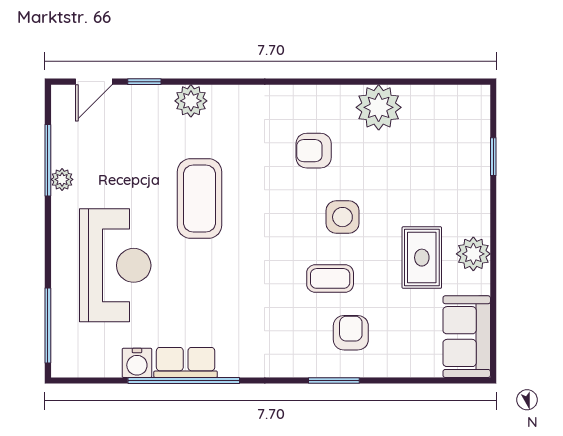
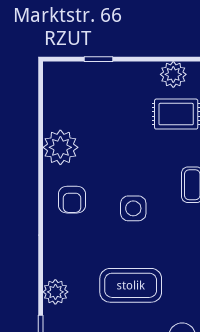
armchair: (314, 151) -> (72, 200), moved
side table: (342, 217) -> (133, 208), moved

